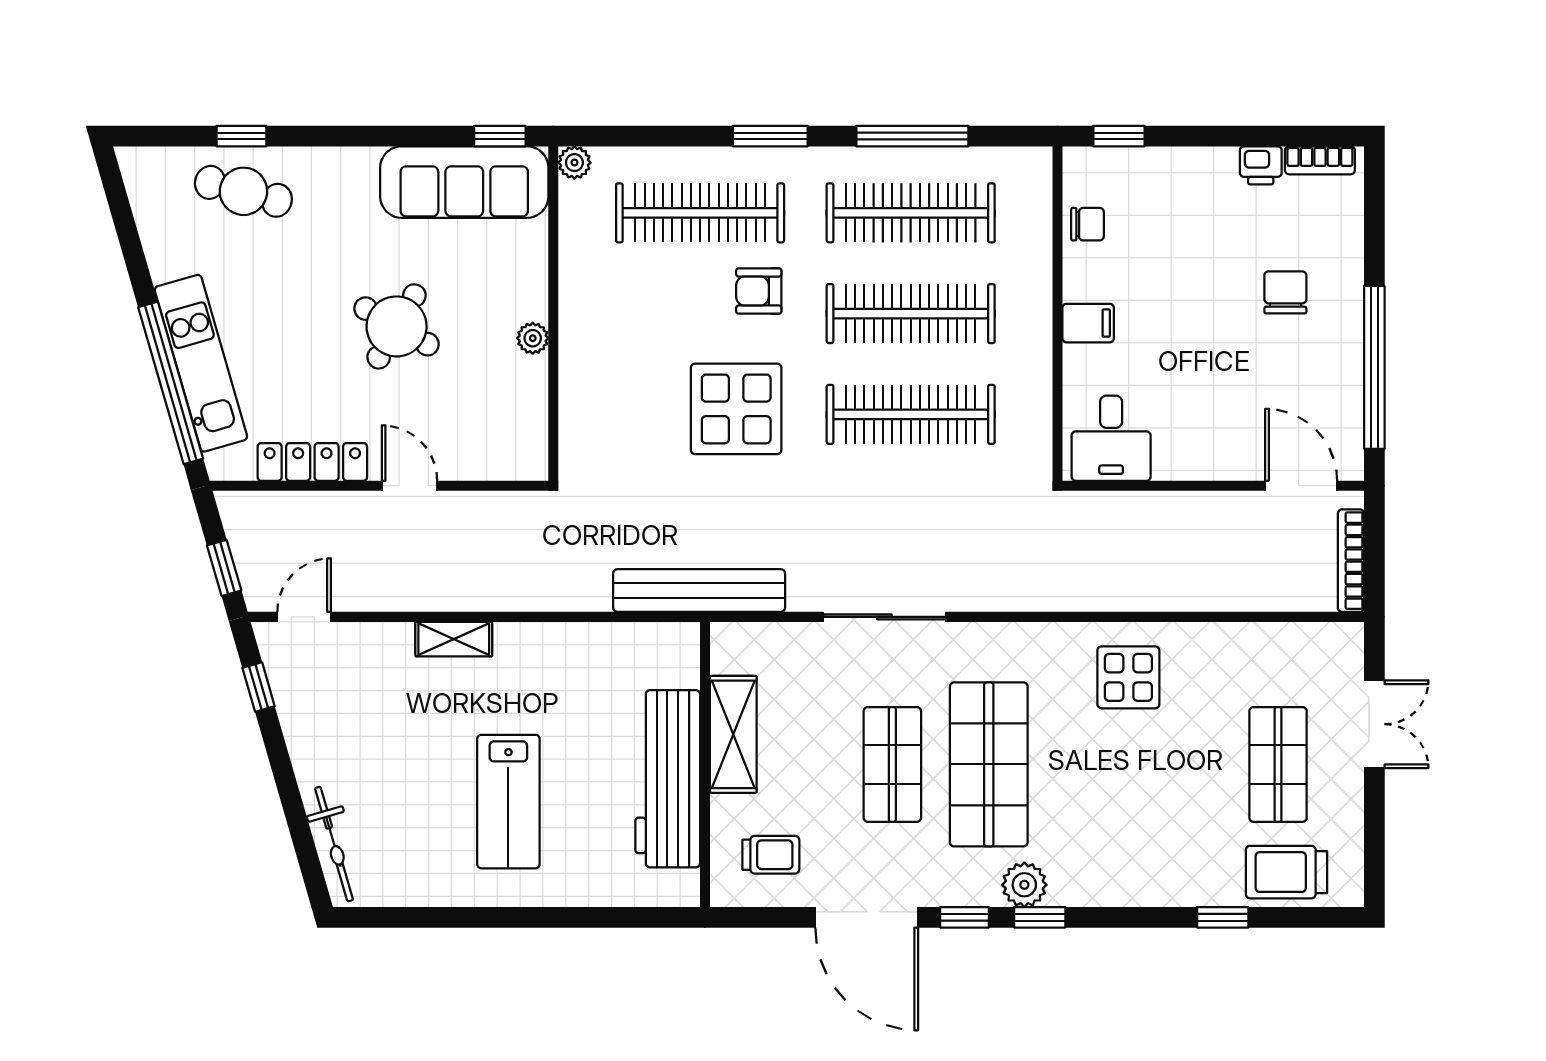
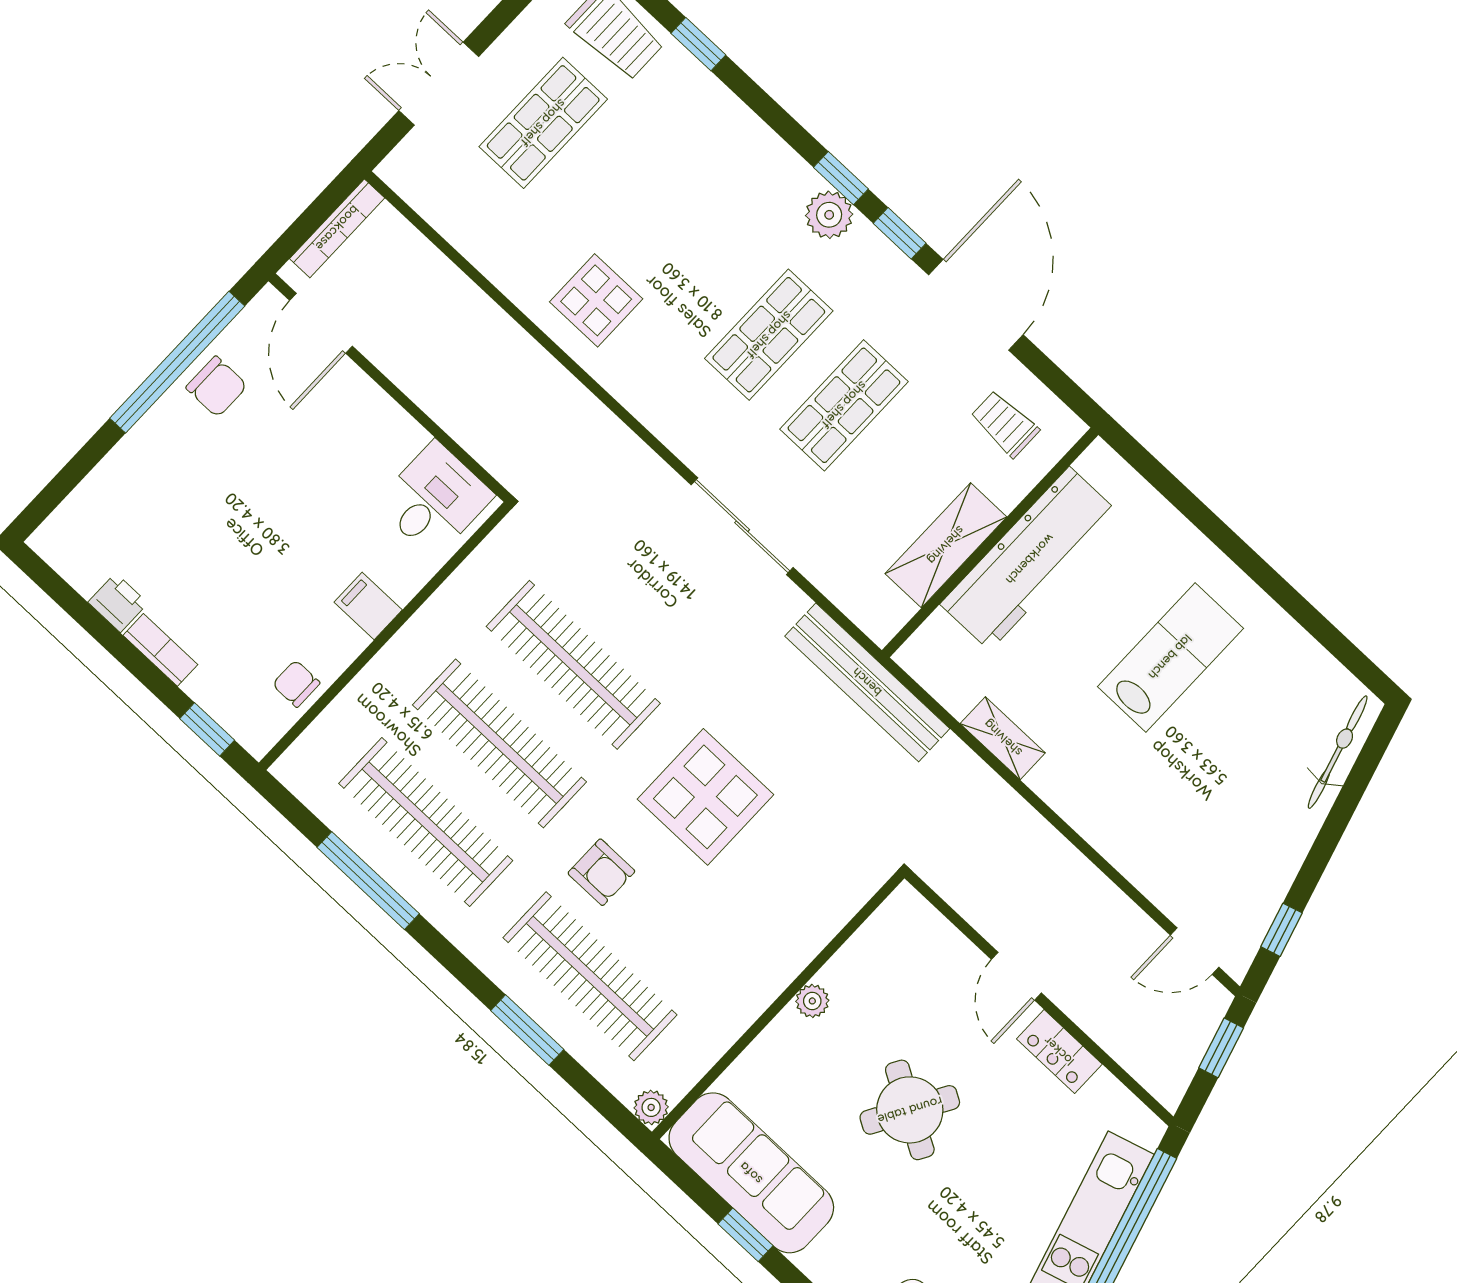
window: (500, 136) -> (745, 1235), moved
window: (770, 136) -> (527, 1030), moved
bookcase: (1320, 160) -> (160, 650), moved
chair: (1285, 292) -> (217, 387), moved, turned -90
locker: (312, 462) -> (1059, 1051), width x0.66
shelving: (454, 639) -> (1003, 738), moved
shop shelf: (989, 764) -> (769, 335), width x0.70, depth x0.74

